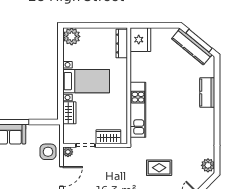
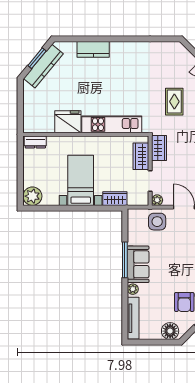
fridge: (140, 40) -> (68, 122), moved
window: (199, 41) -> (37, 58), width x0.69
dresser: (122, 44) -> (35, 142), width x0.70
wardrobe: (116, 154) -> (159, 148), added
plant: (208, 165) -> (172, 49), removed

